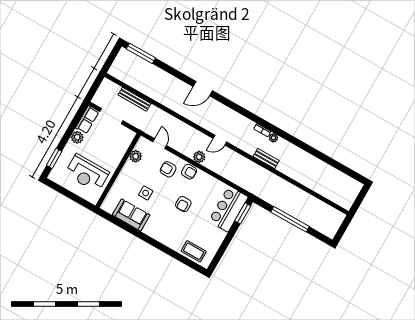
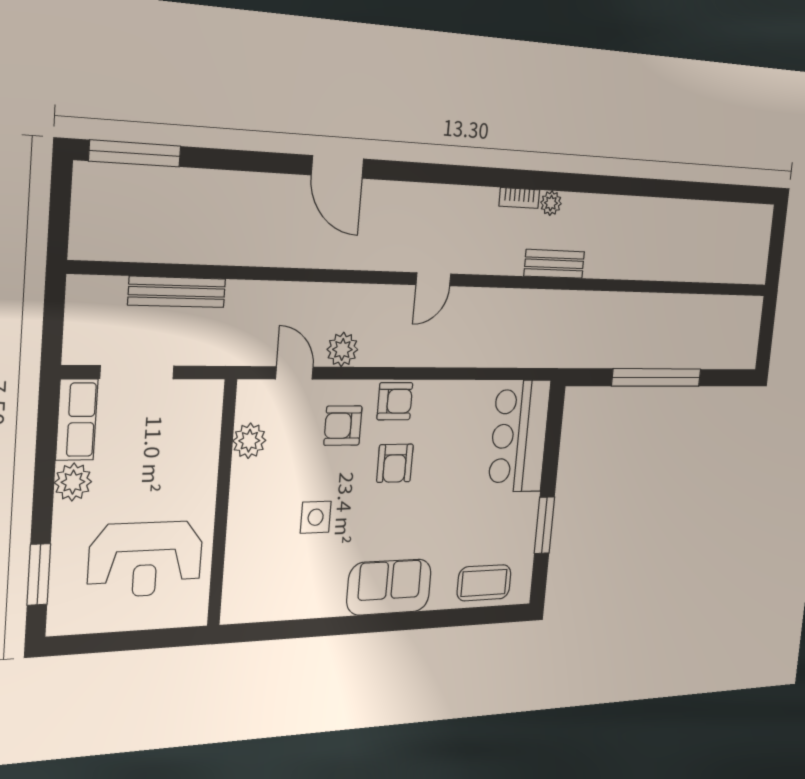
door: (203, 89) -> (338, 167), hinge flipped
plant: (199, 157) -> (342, 349), moved
armchair: (183, 204) -> (395, 463), moved
window: (243, 213) -> (544, 525), moved
sofa: (131, 215) -> (389, 587), moved

